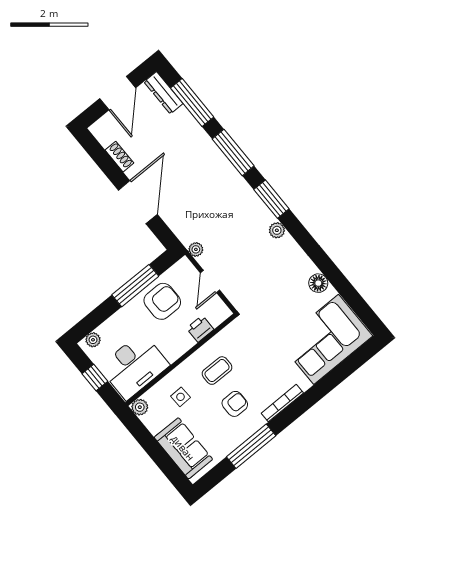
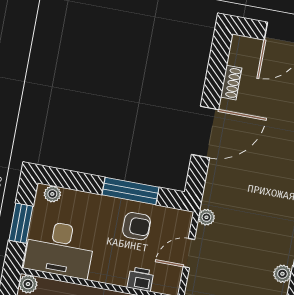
armchair: (162, 301) -> (137, 226), width x0.72, depth x0.72
window: (95, 377) -> (21, 223), width x1.50

